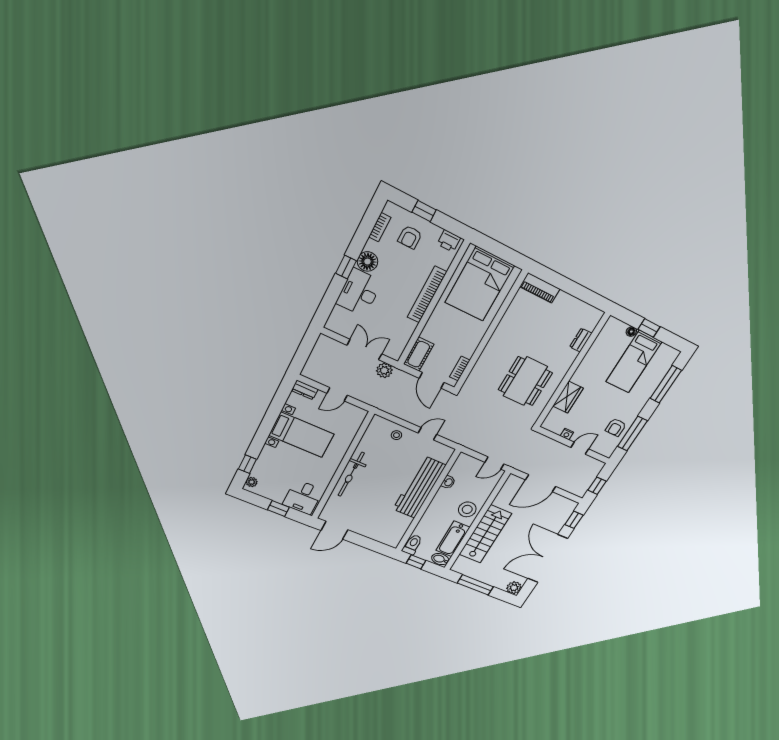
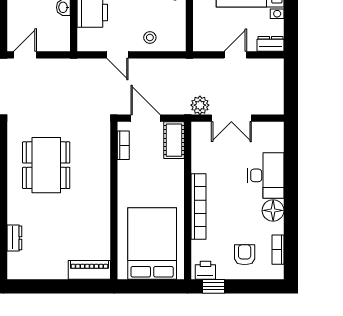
window: (424, 211) -> (214, 286), moved
window: (346, 267) -> (291, 195), removed
door: (427, 434) -> (118, 55), hinge flipped

